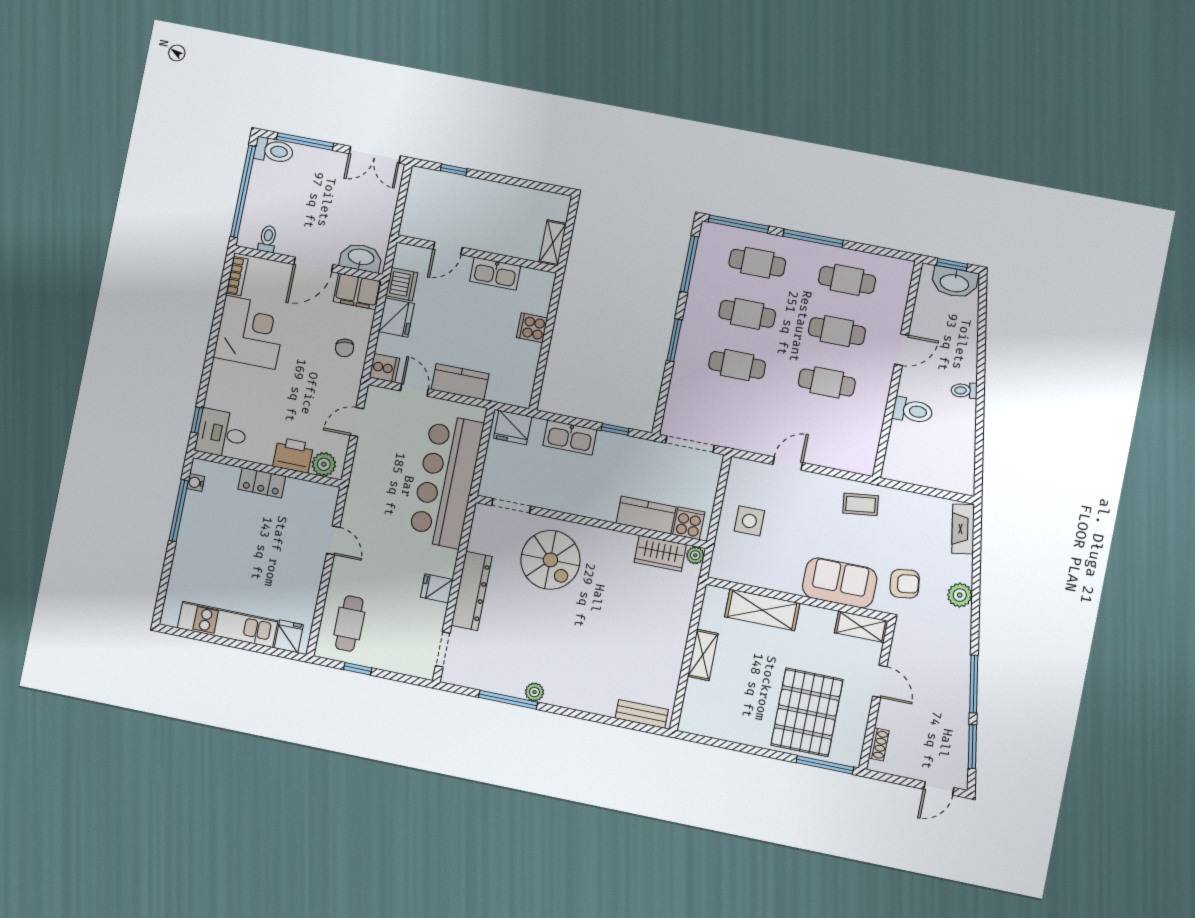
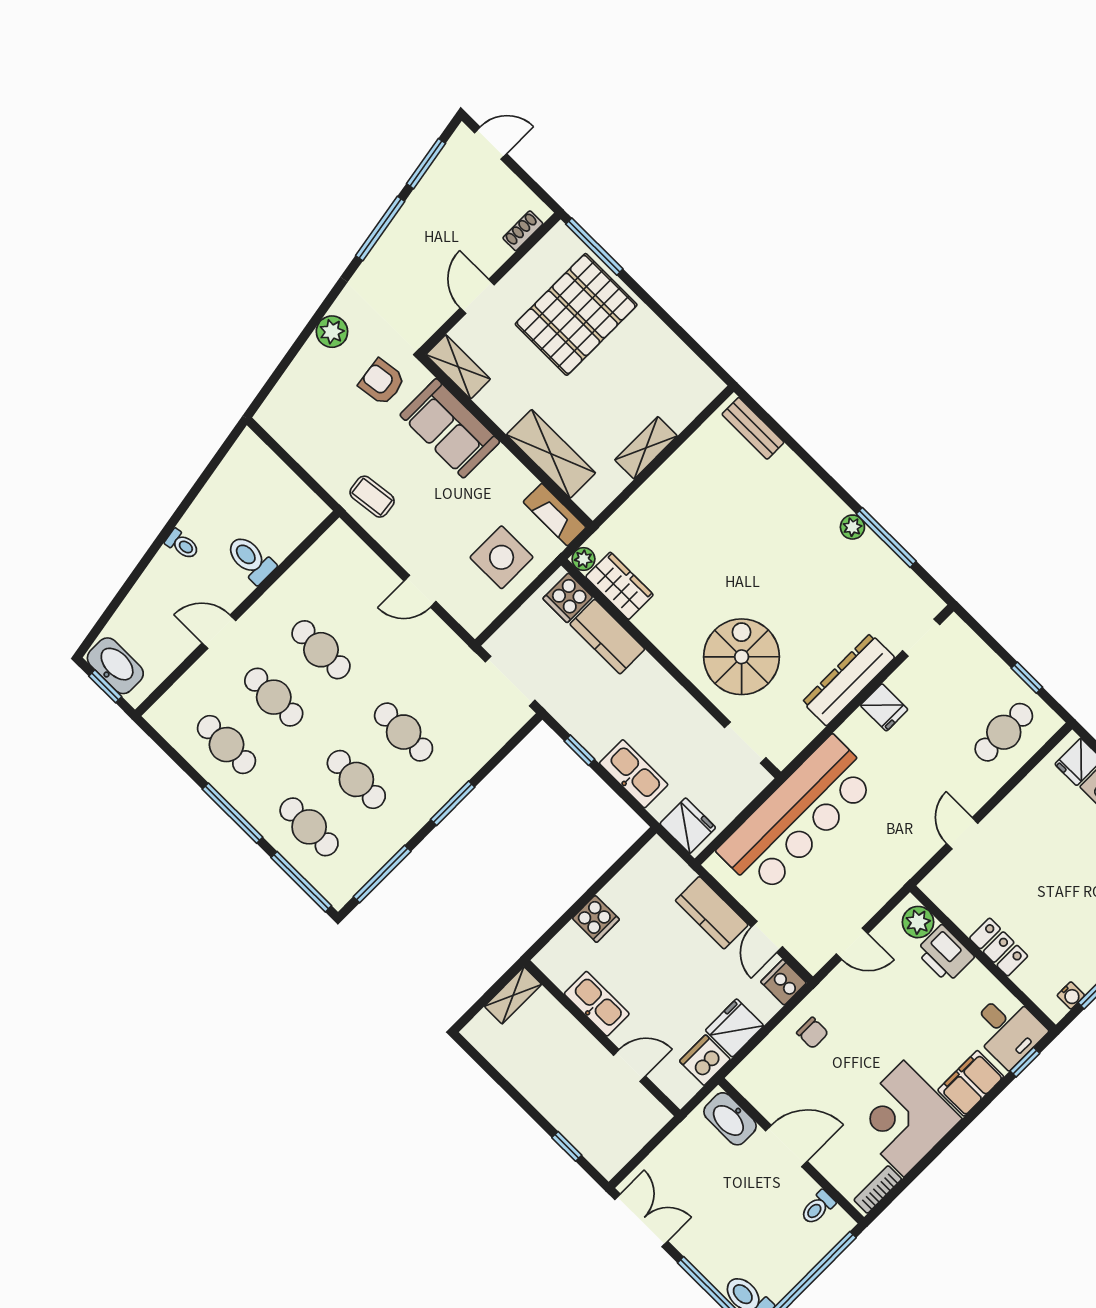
filing cabinet: (357, 291) -> (971, 1083), moved, turned -90
chair: (345, 348) -> (812, 1033), turned 99
side table: (749, 521) -> (502, 557), width x1.37, depth x1.37
fireplace: (963, 529) -> (555, 515), moved, turned 100

